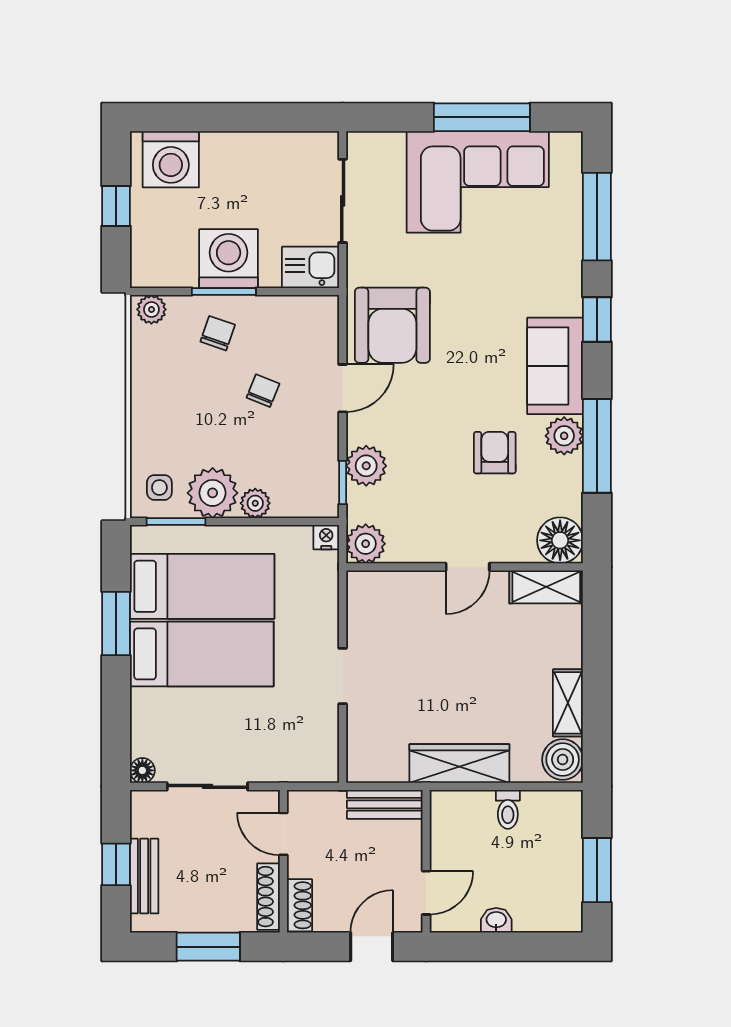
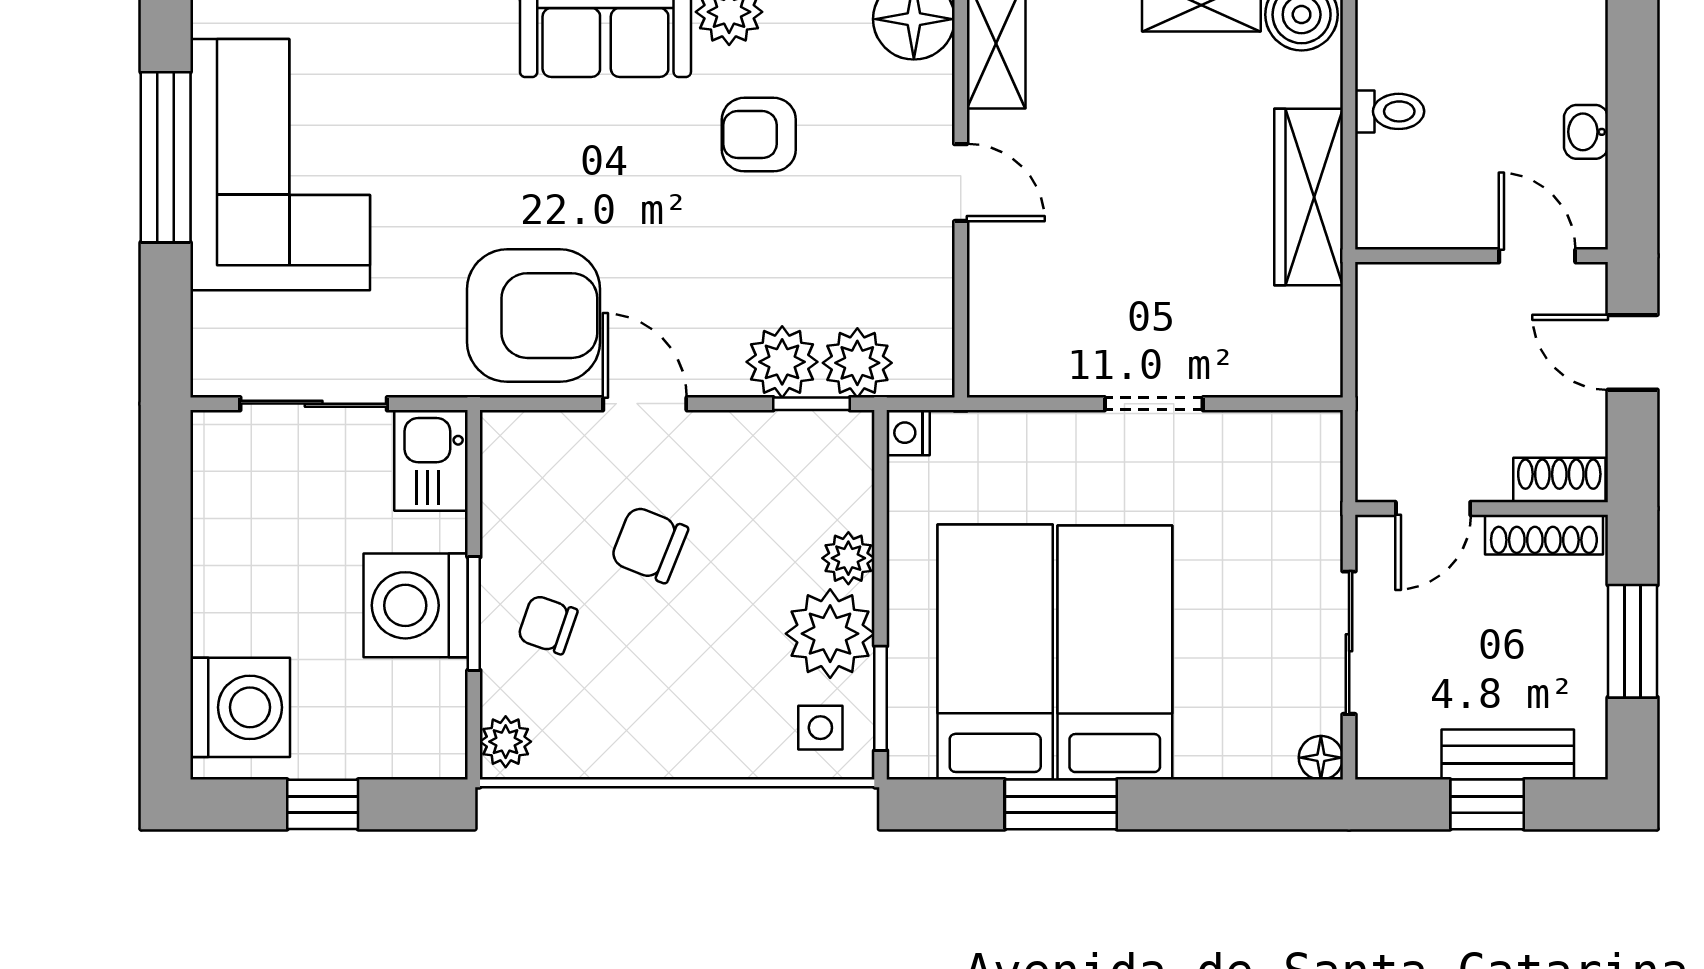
chair: (263, 391) -> (649, 544), width x1.37, depth x1.37
plant: (366, 544) -> (857, 363), moved
bench: (385, 804) -> (1381, 329), removed

